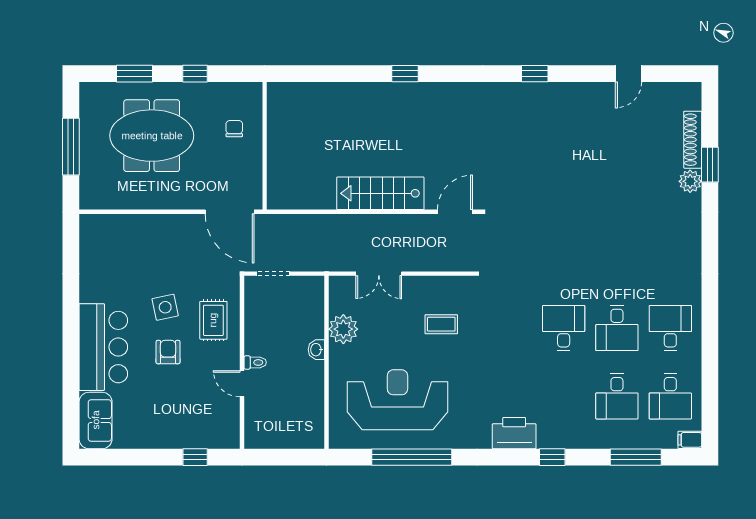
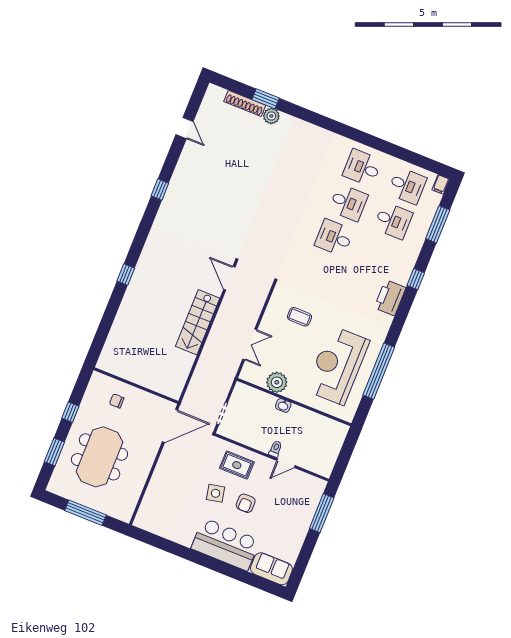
coffee table: (441, 324) -> (299, 317), turned 90
armchair: (168, 352) -> (246, 503), turned -90
window: (195, 457) -> (322, 513), width x2.17

